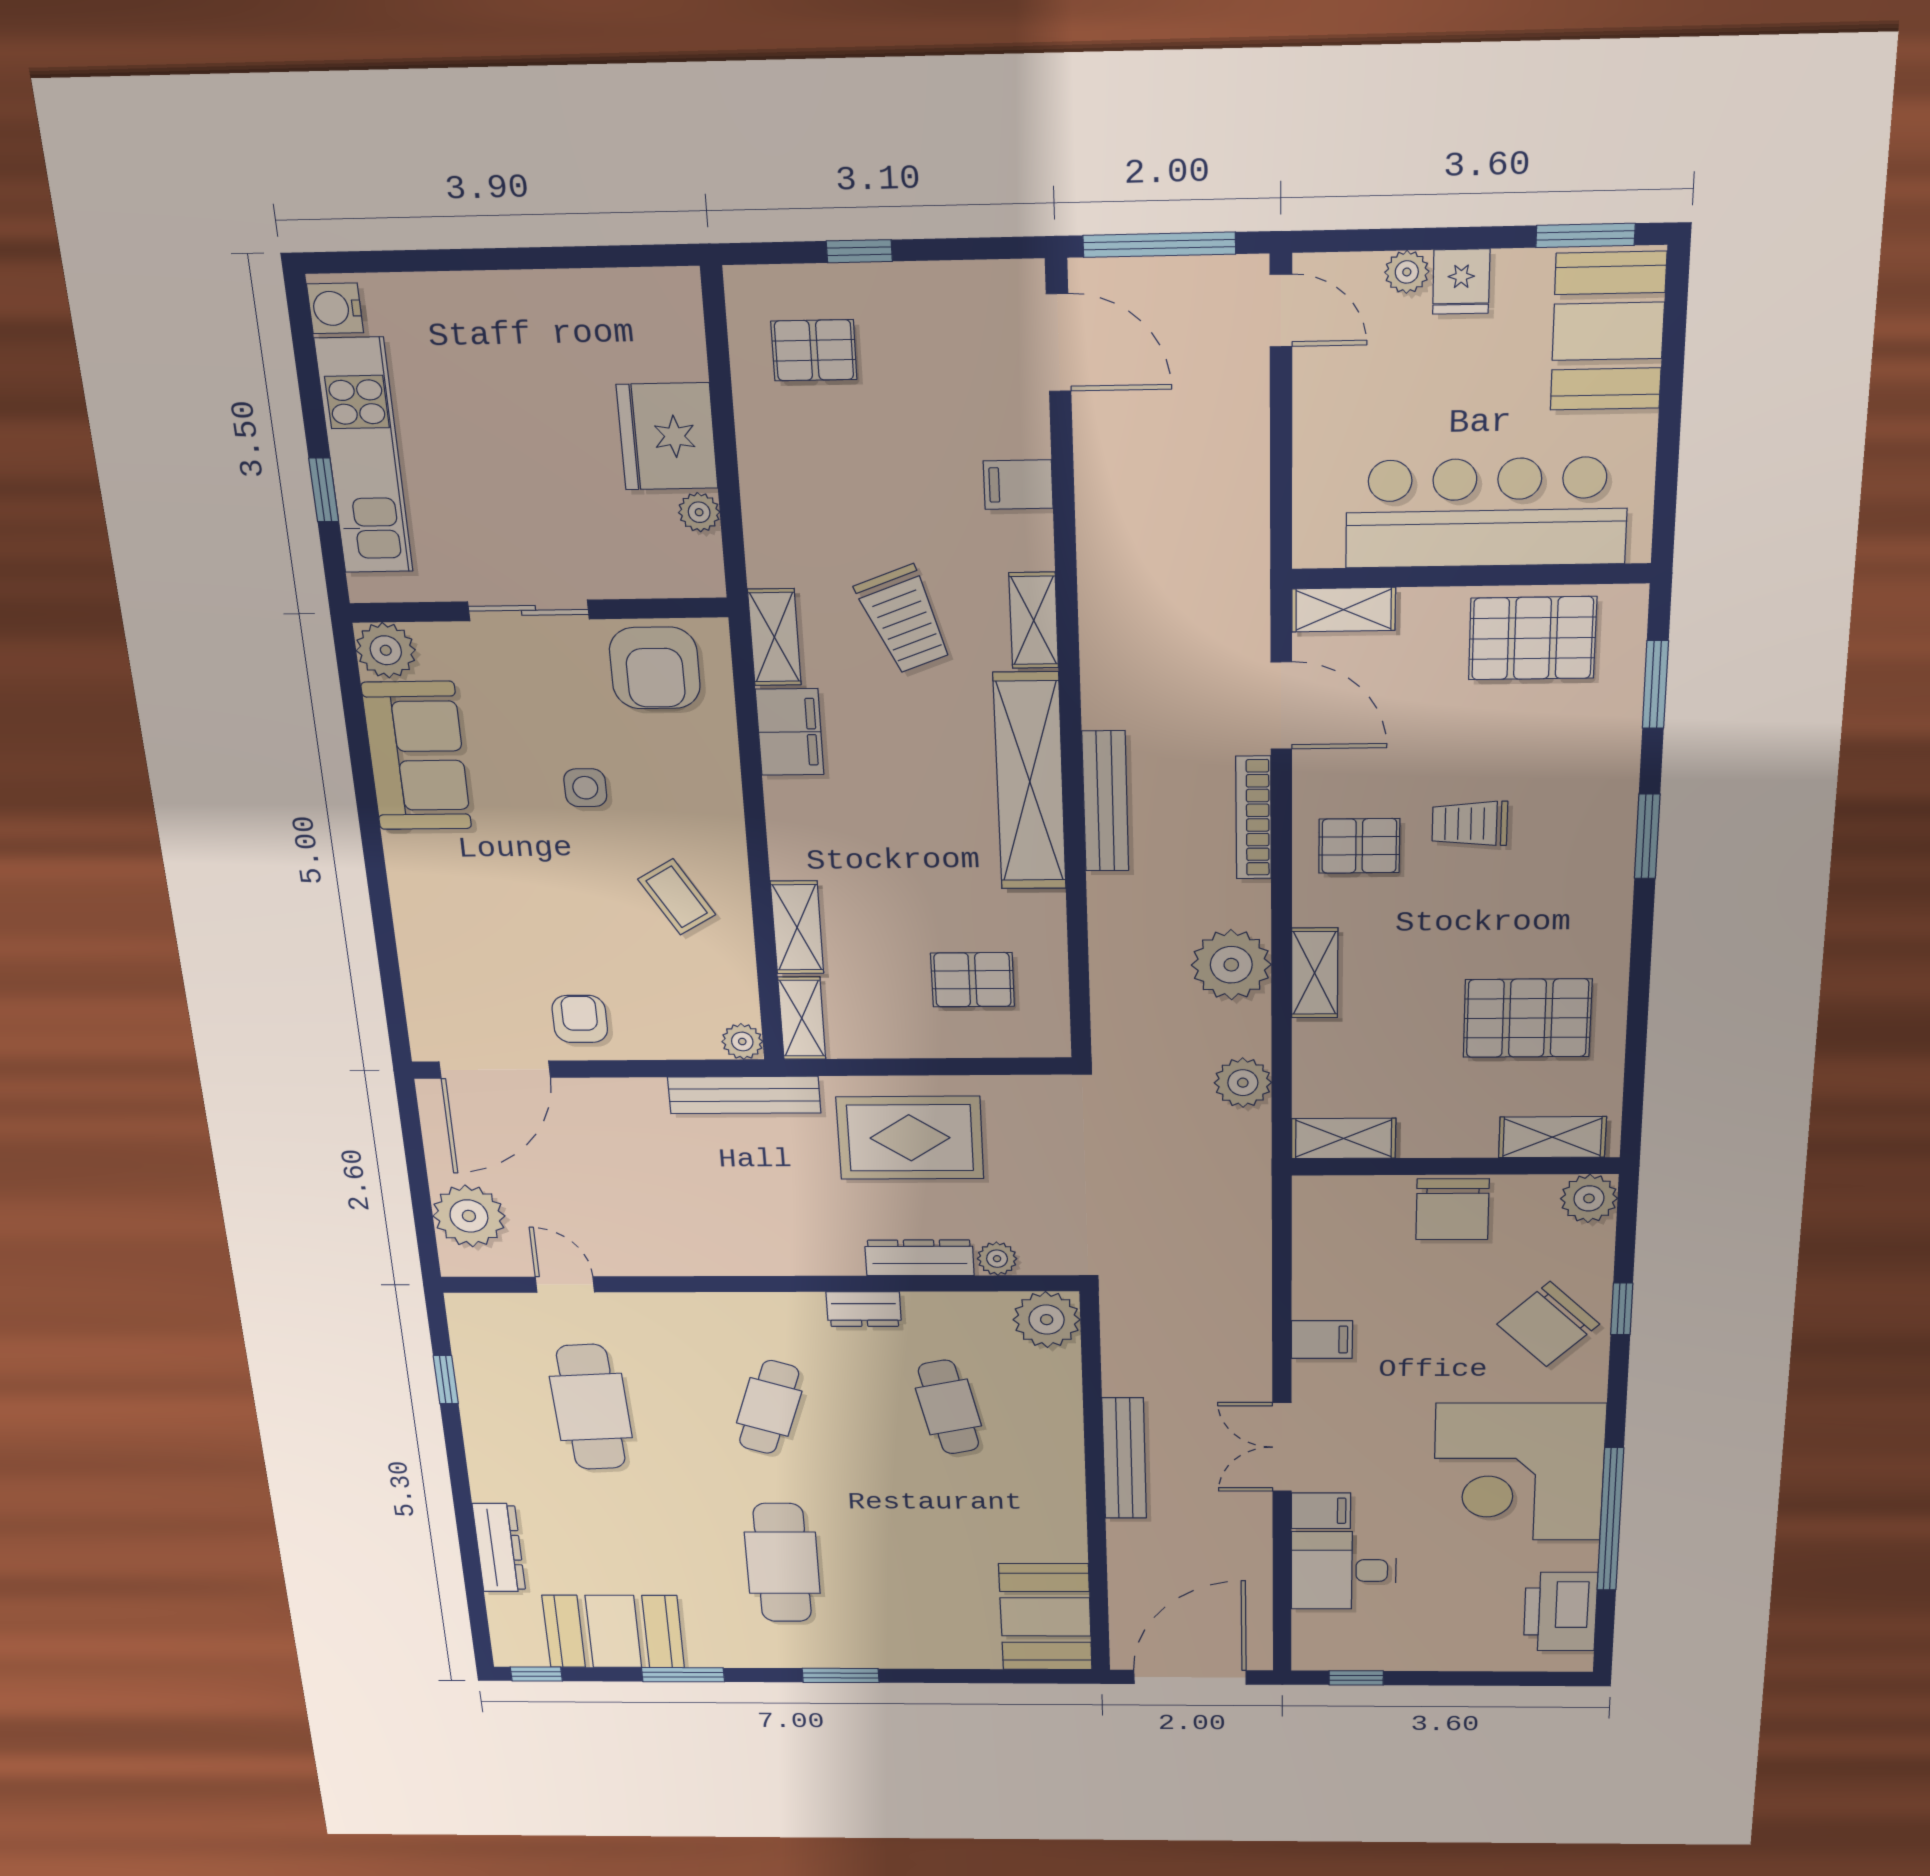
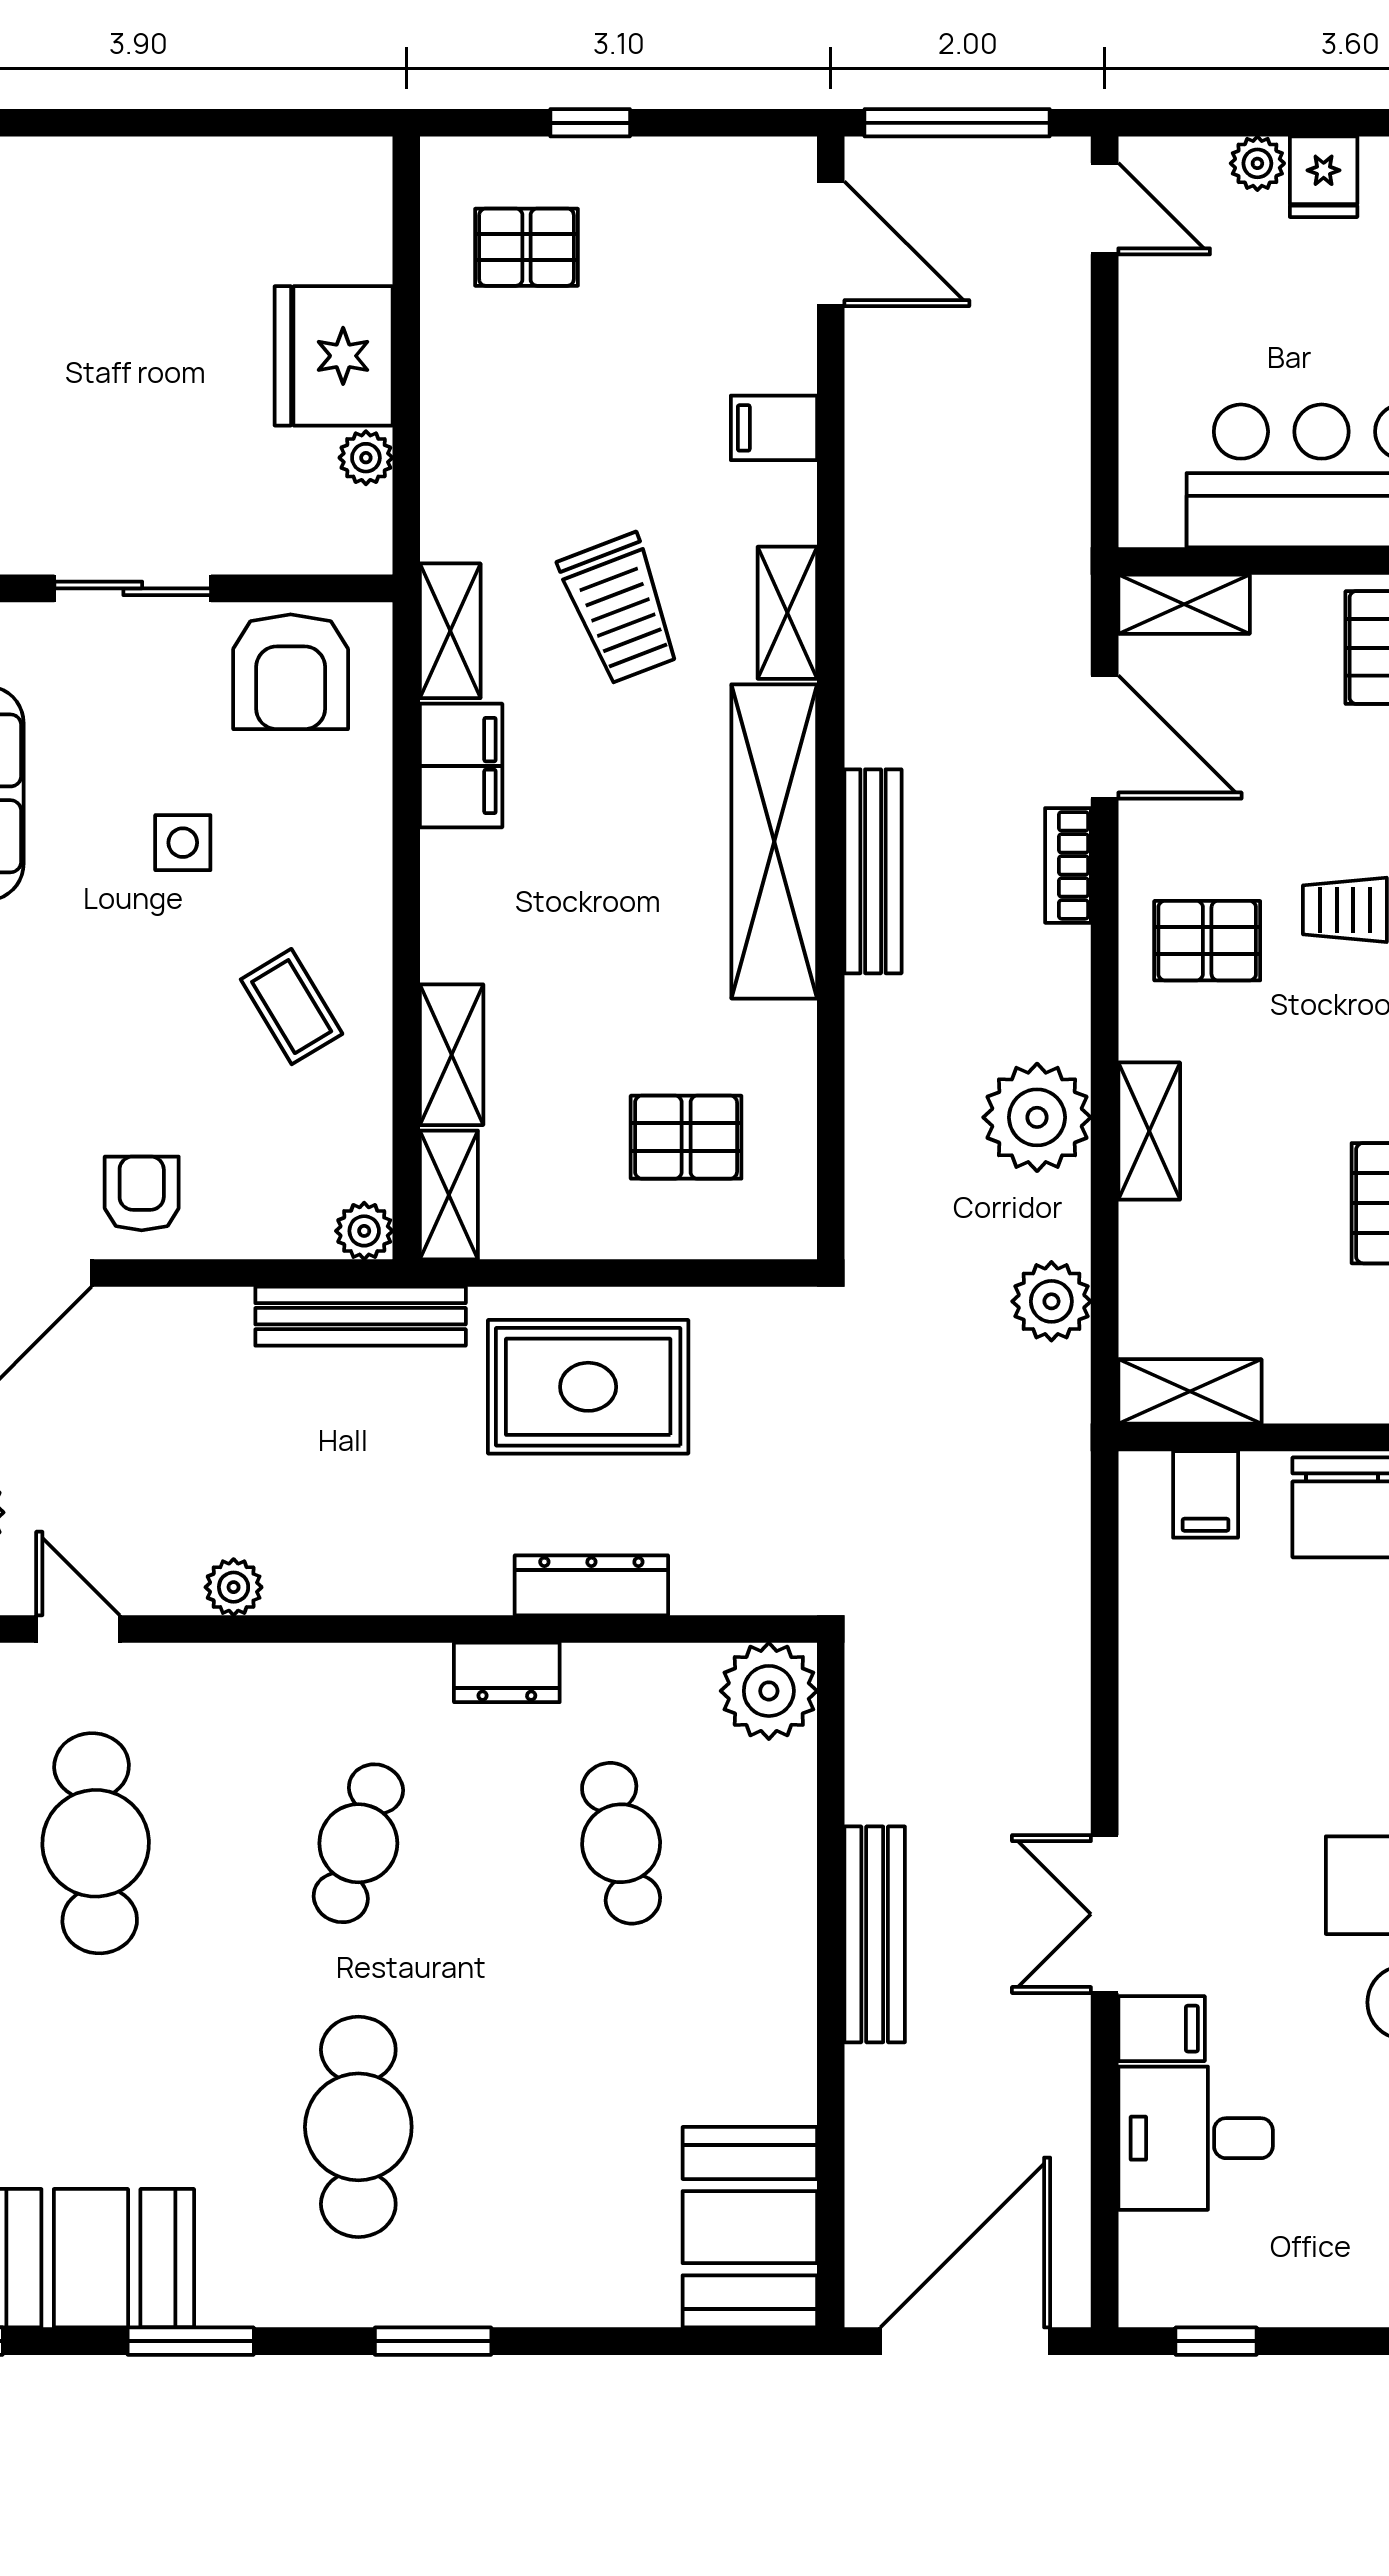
bookcase: (1254, 818) -> (1068, 865), width x0.64
plant: (997, 1259) -> (234, 1587), moved
filing cabinet: (1322, 1340) -> (1206, 1494), moved, turned 90

